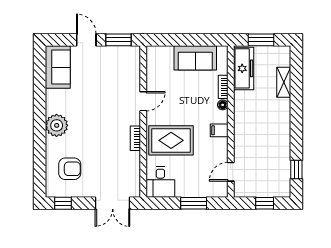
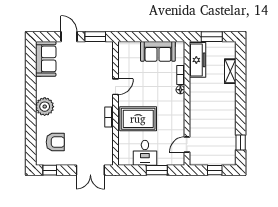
filing cabinet: (219, 130) -> (177, 111), removed
desk: (160, 182) -> (145, 153), moved

